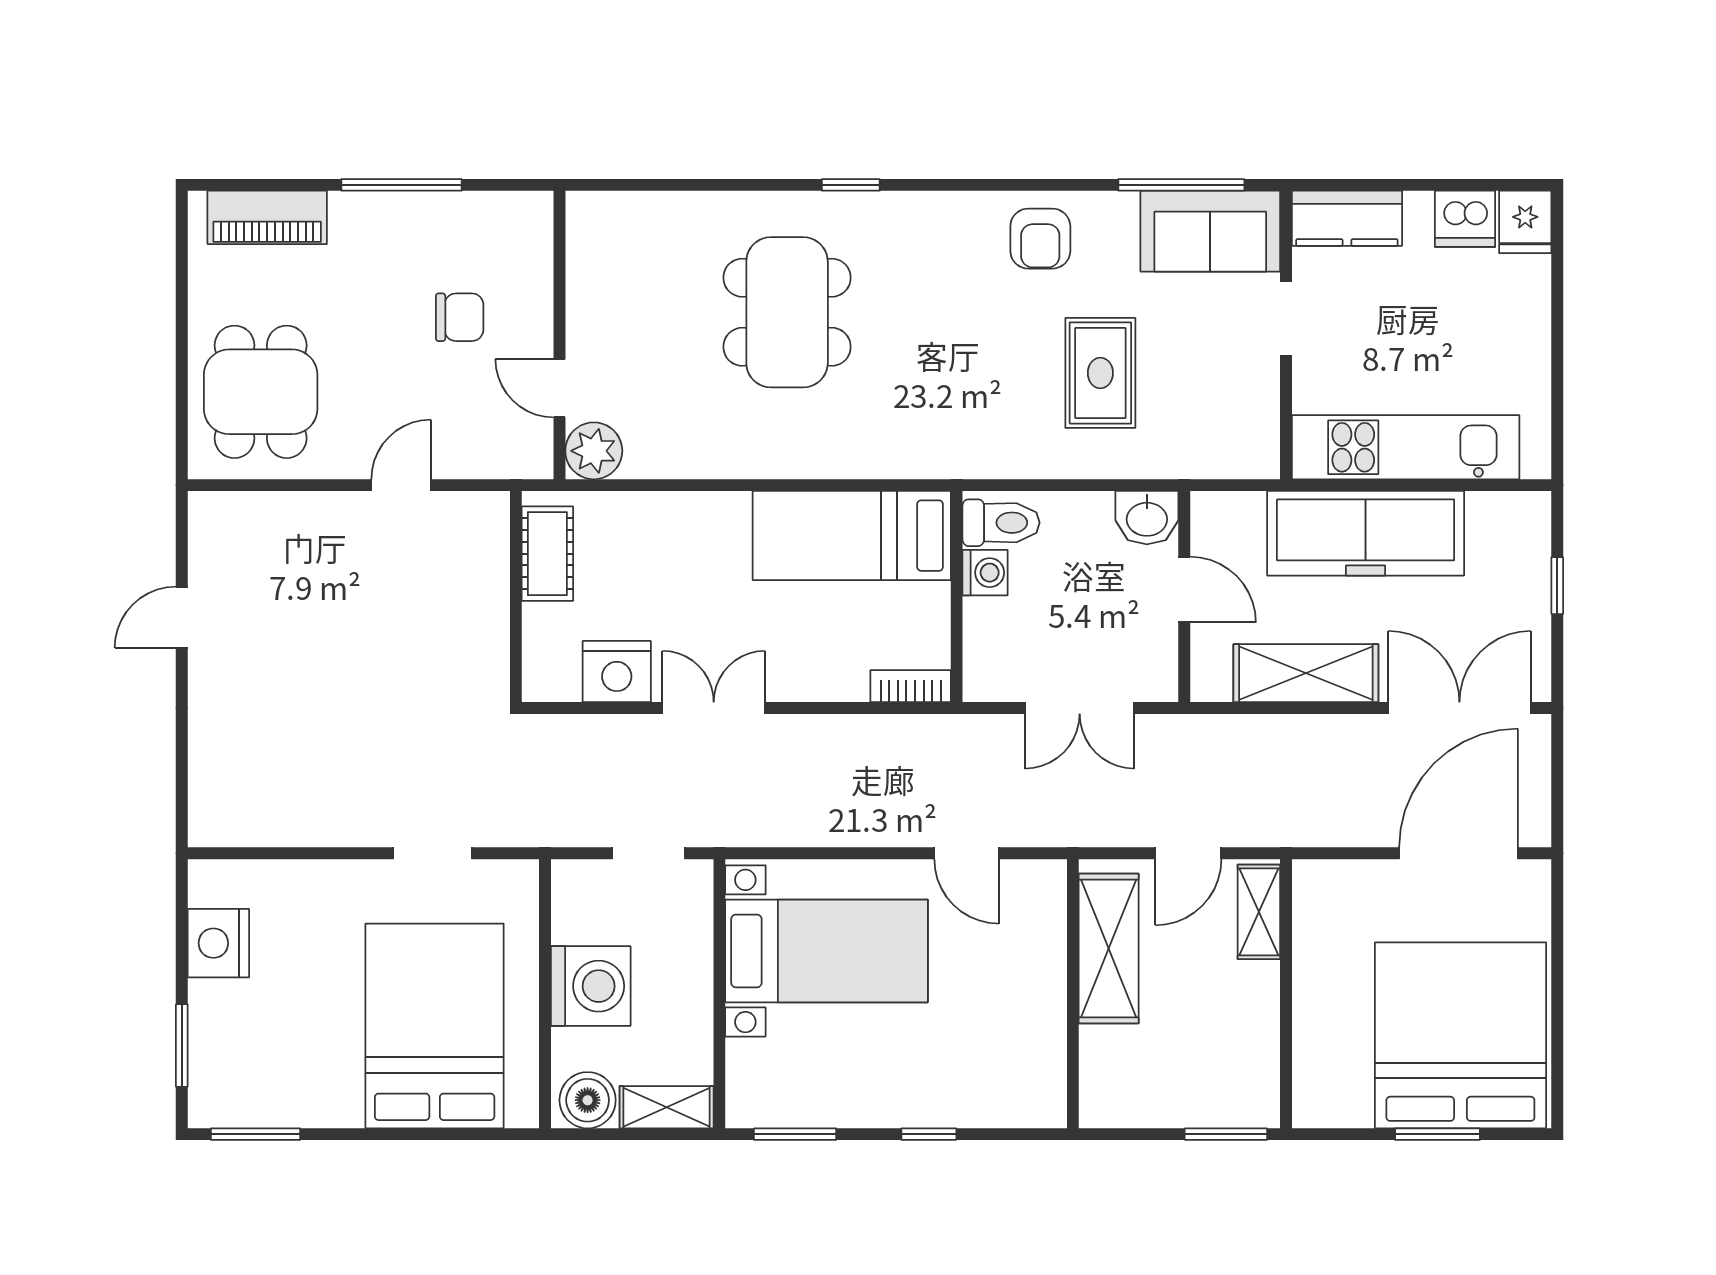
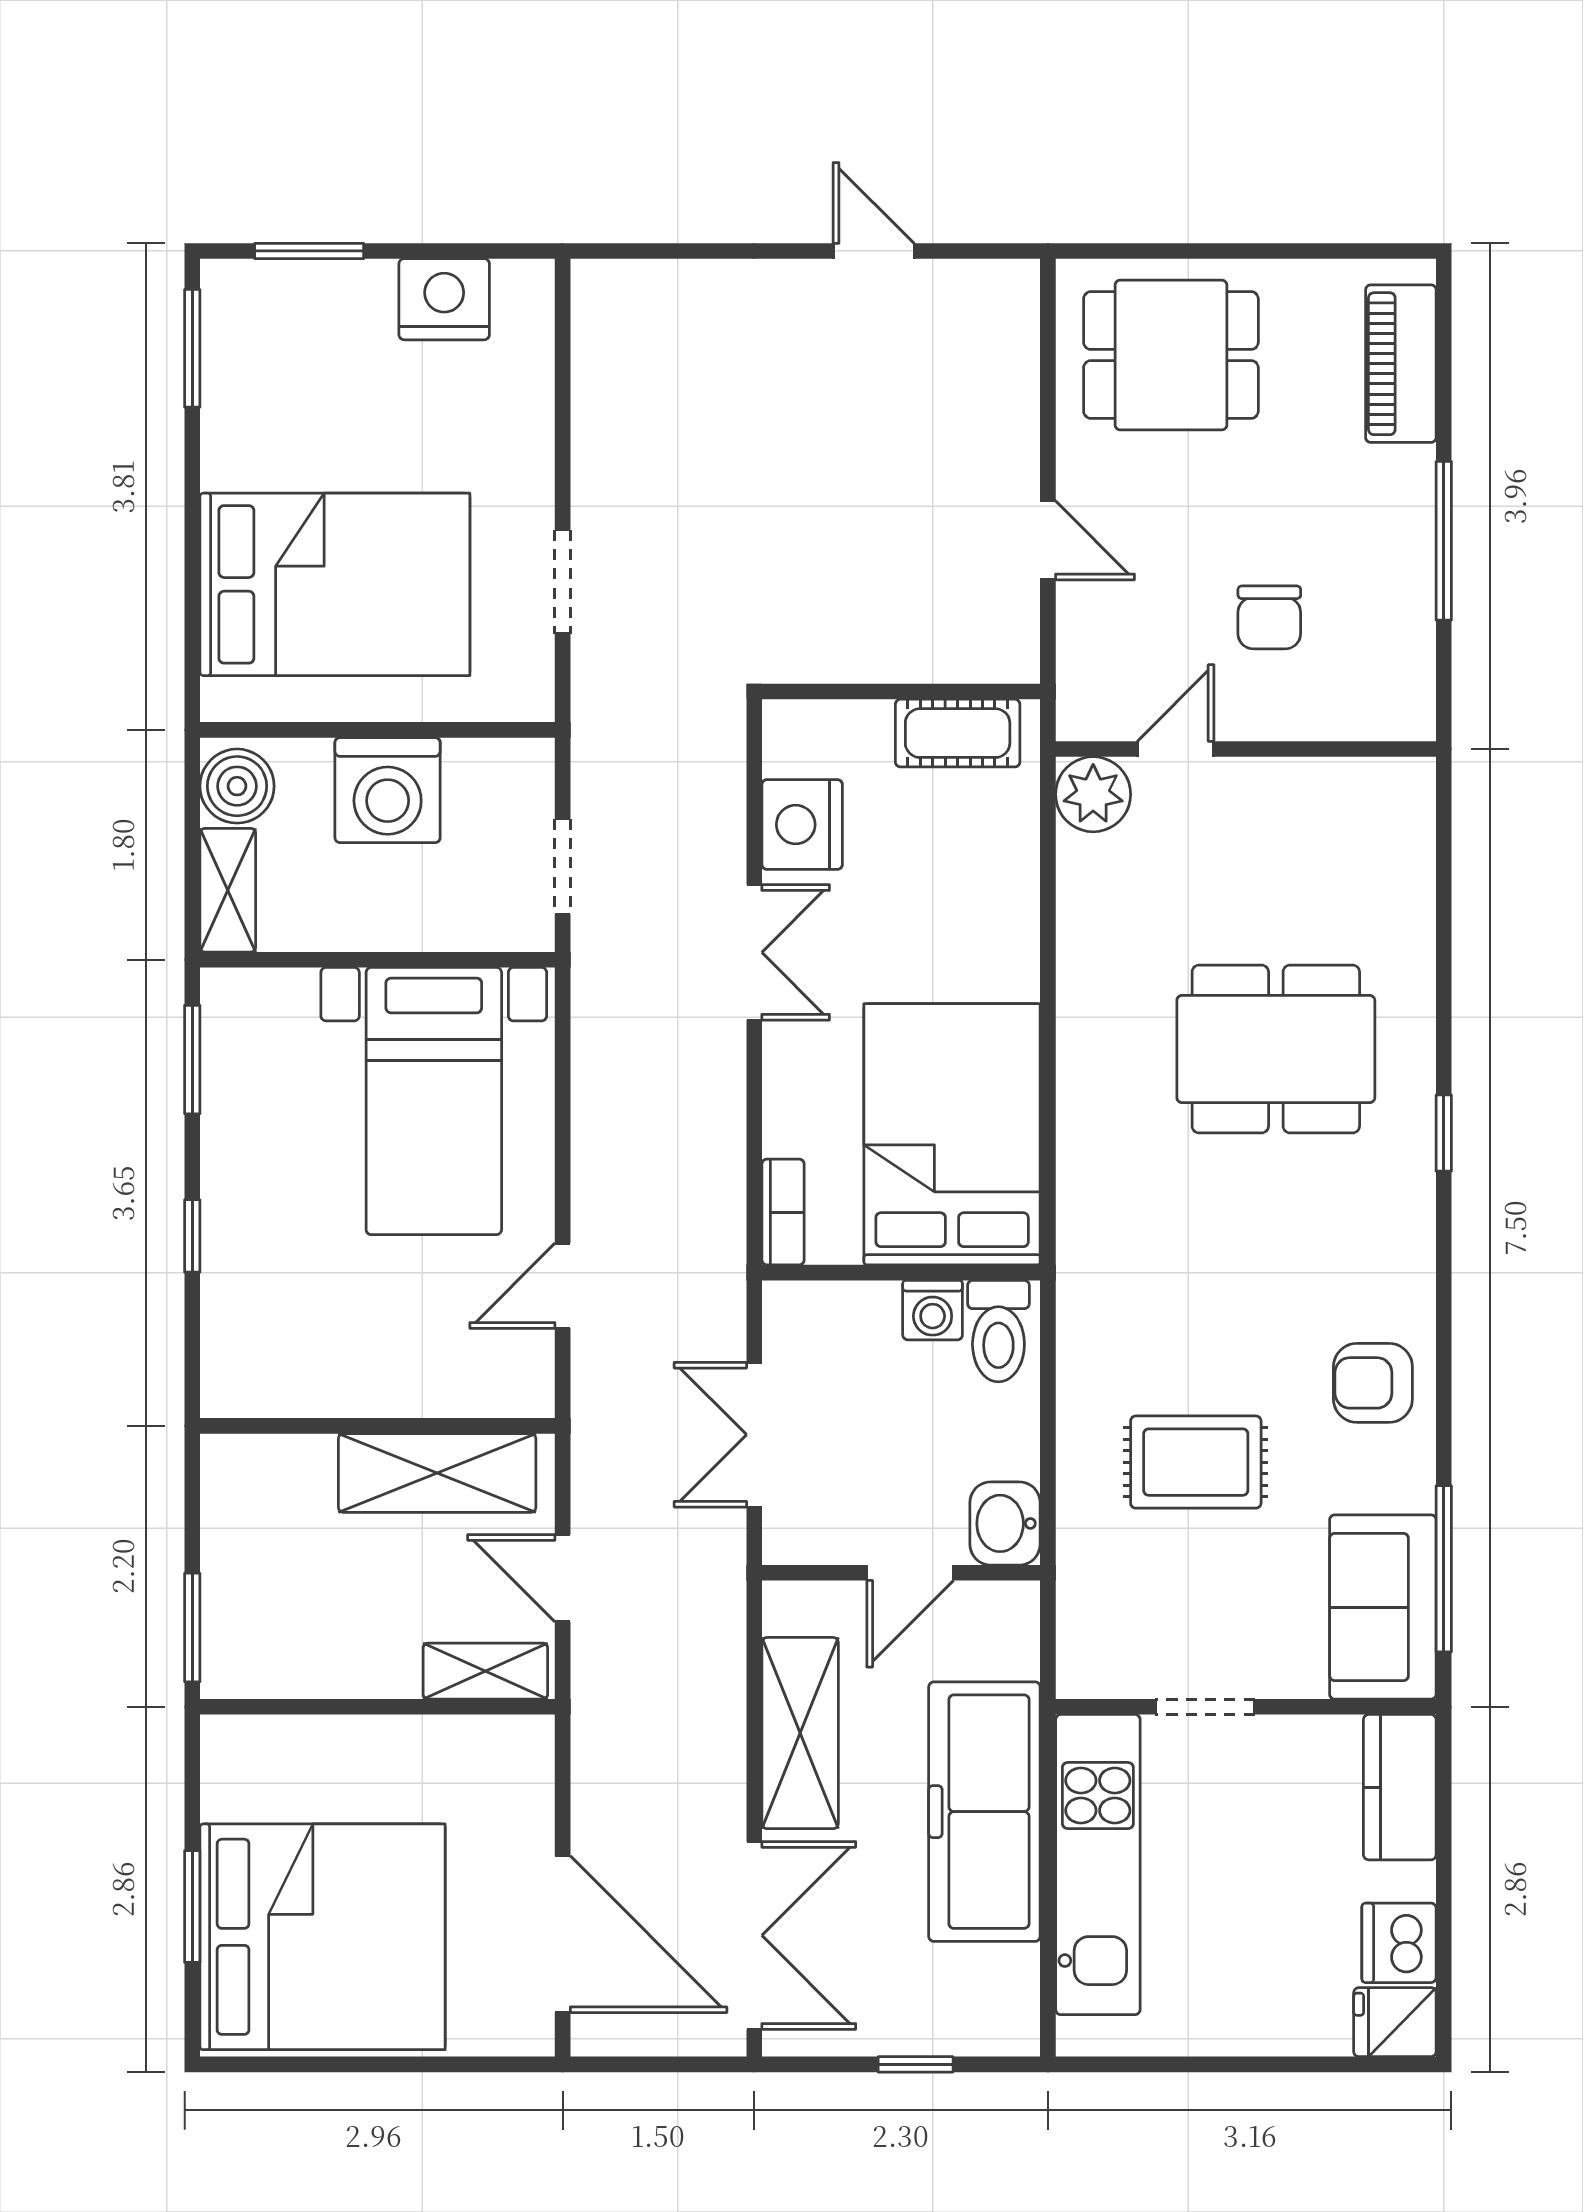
doorway: (1286, 319) -> (1205, 1707), moved
bed: (852, 536) -> (952, 1134), width x1.50

